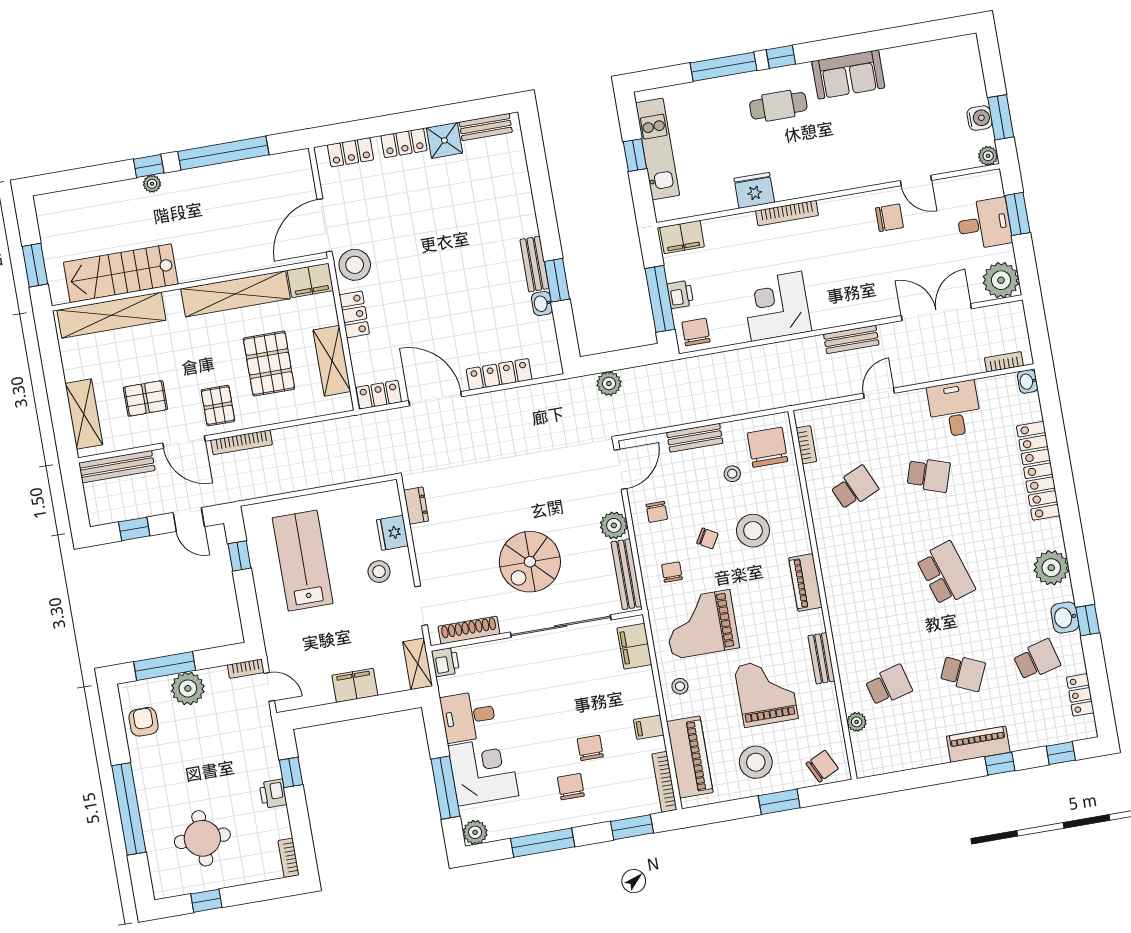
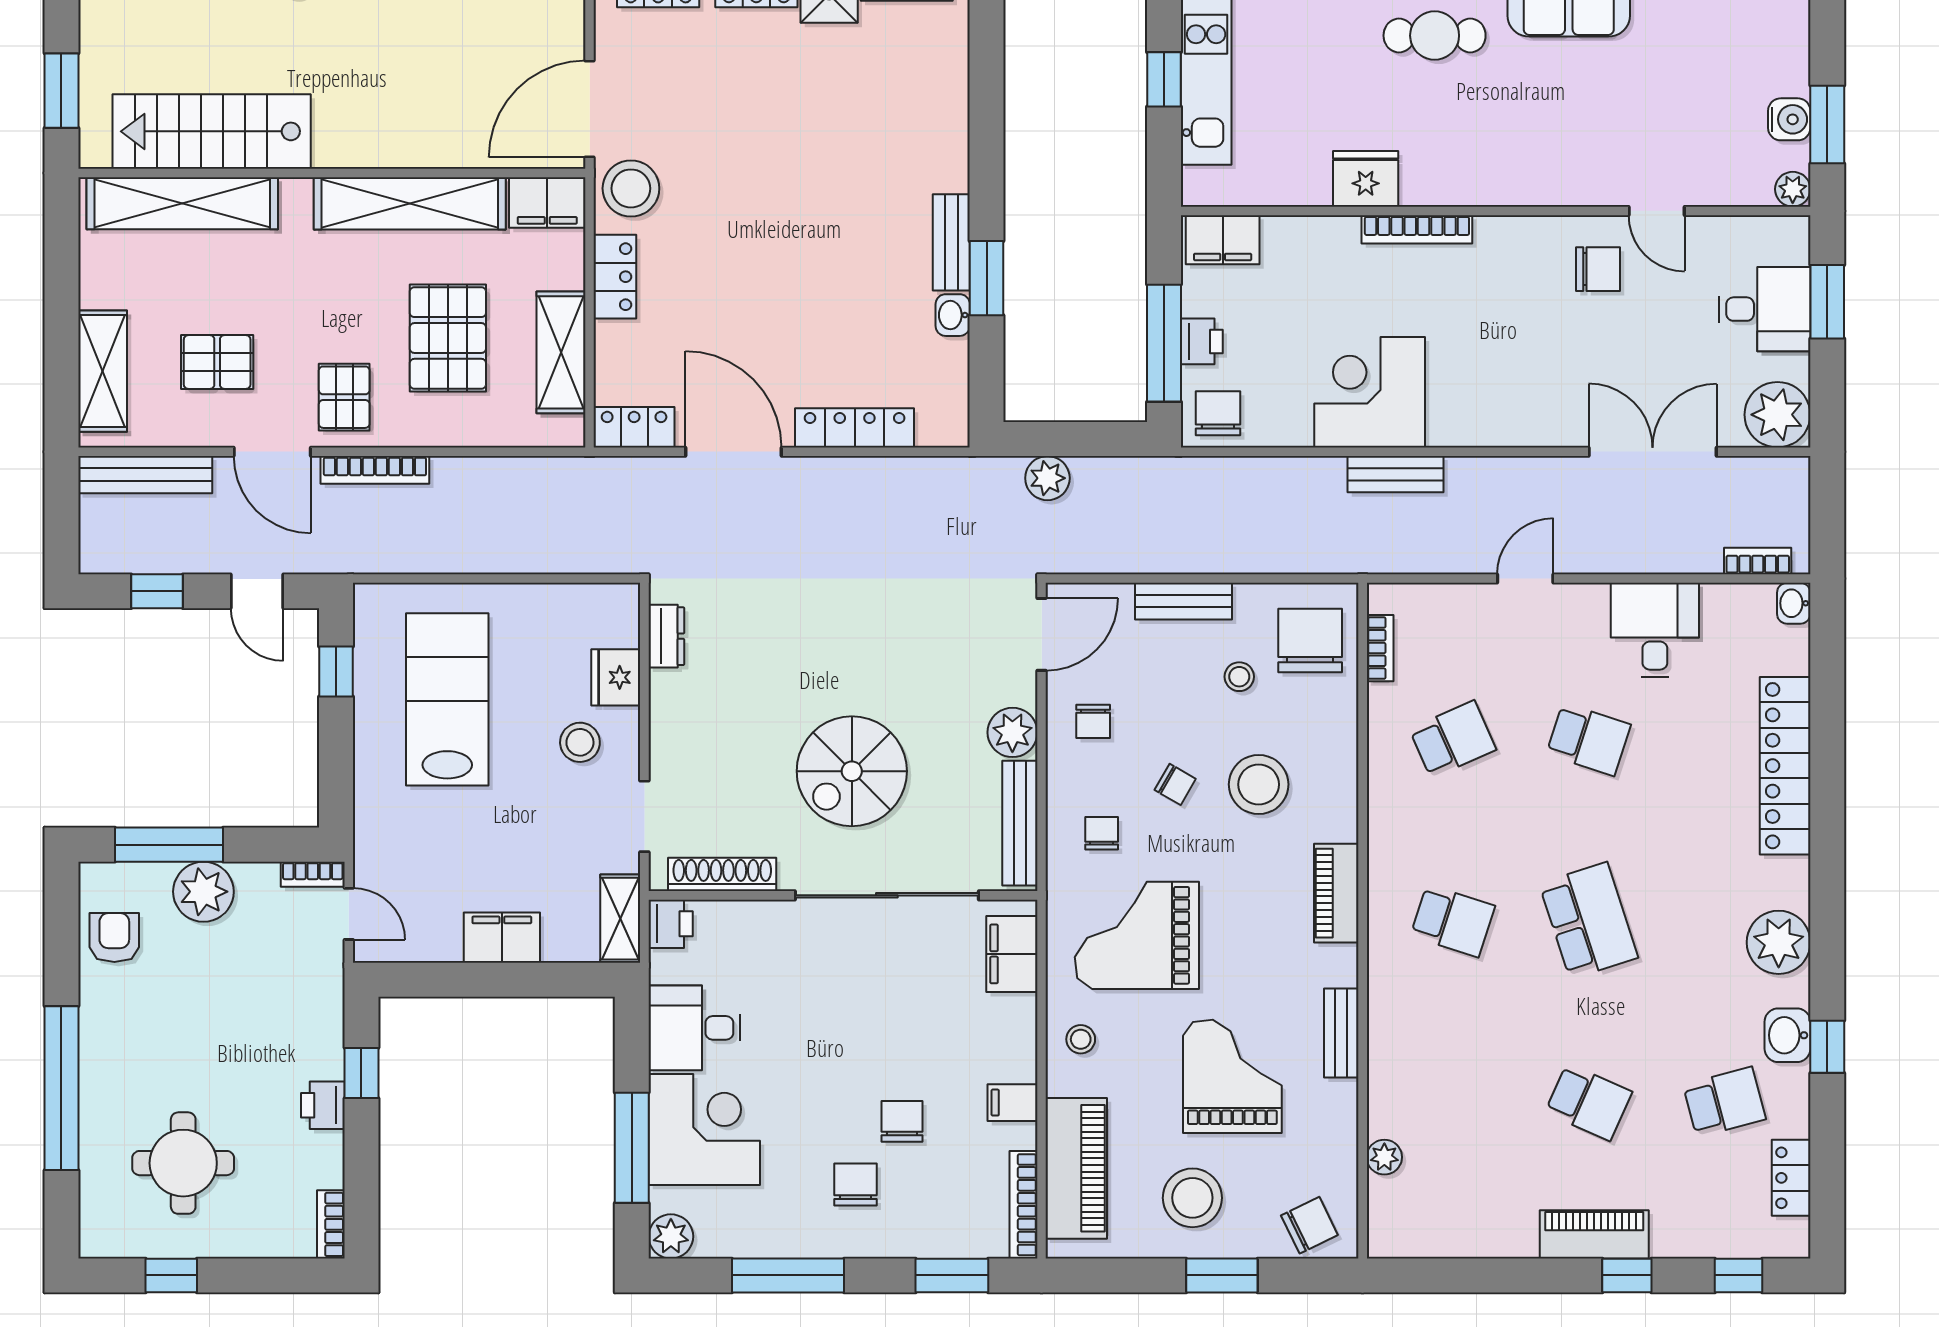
bench: (851, 339) -> (1395, 474), moved
school desk: (889, 685) -> (1453, 921), moved, turned 33

